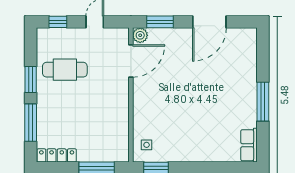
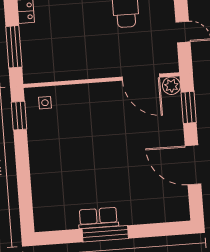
row of seats: (249, 145) -> (98, 218), moved

